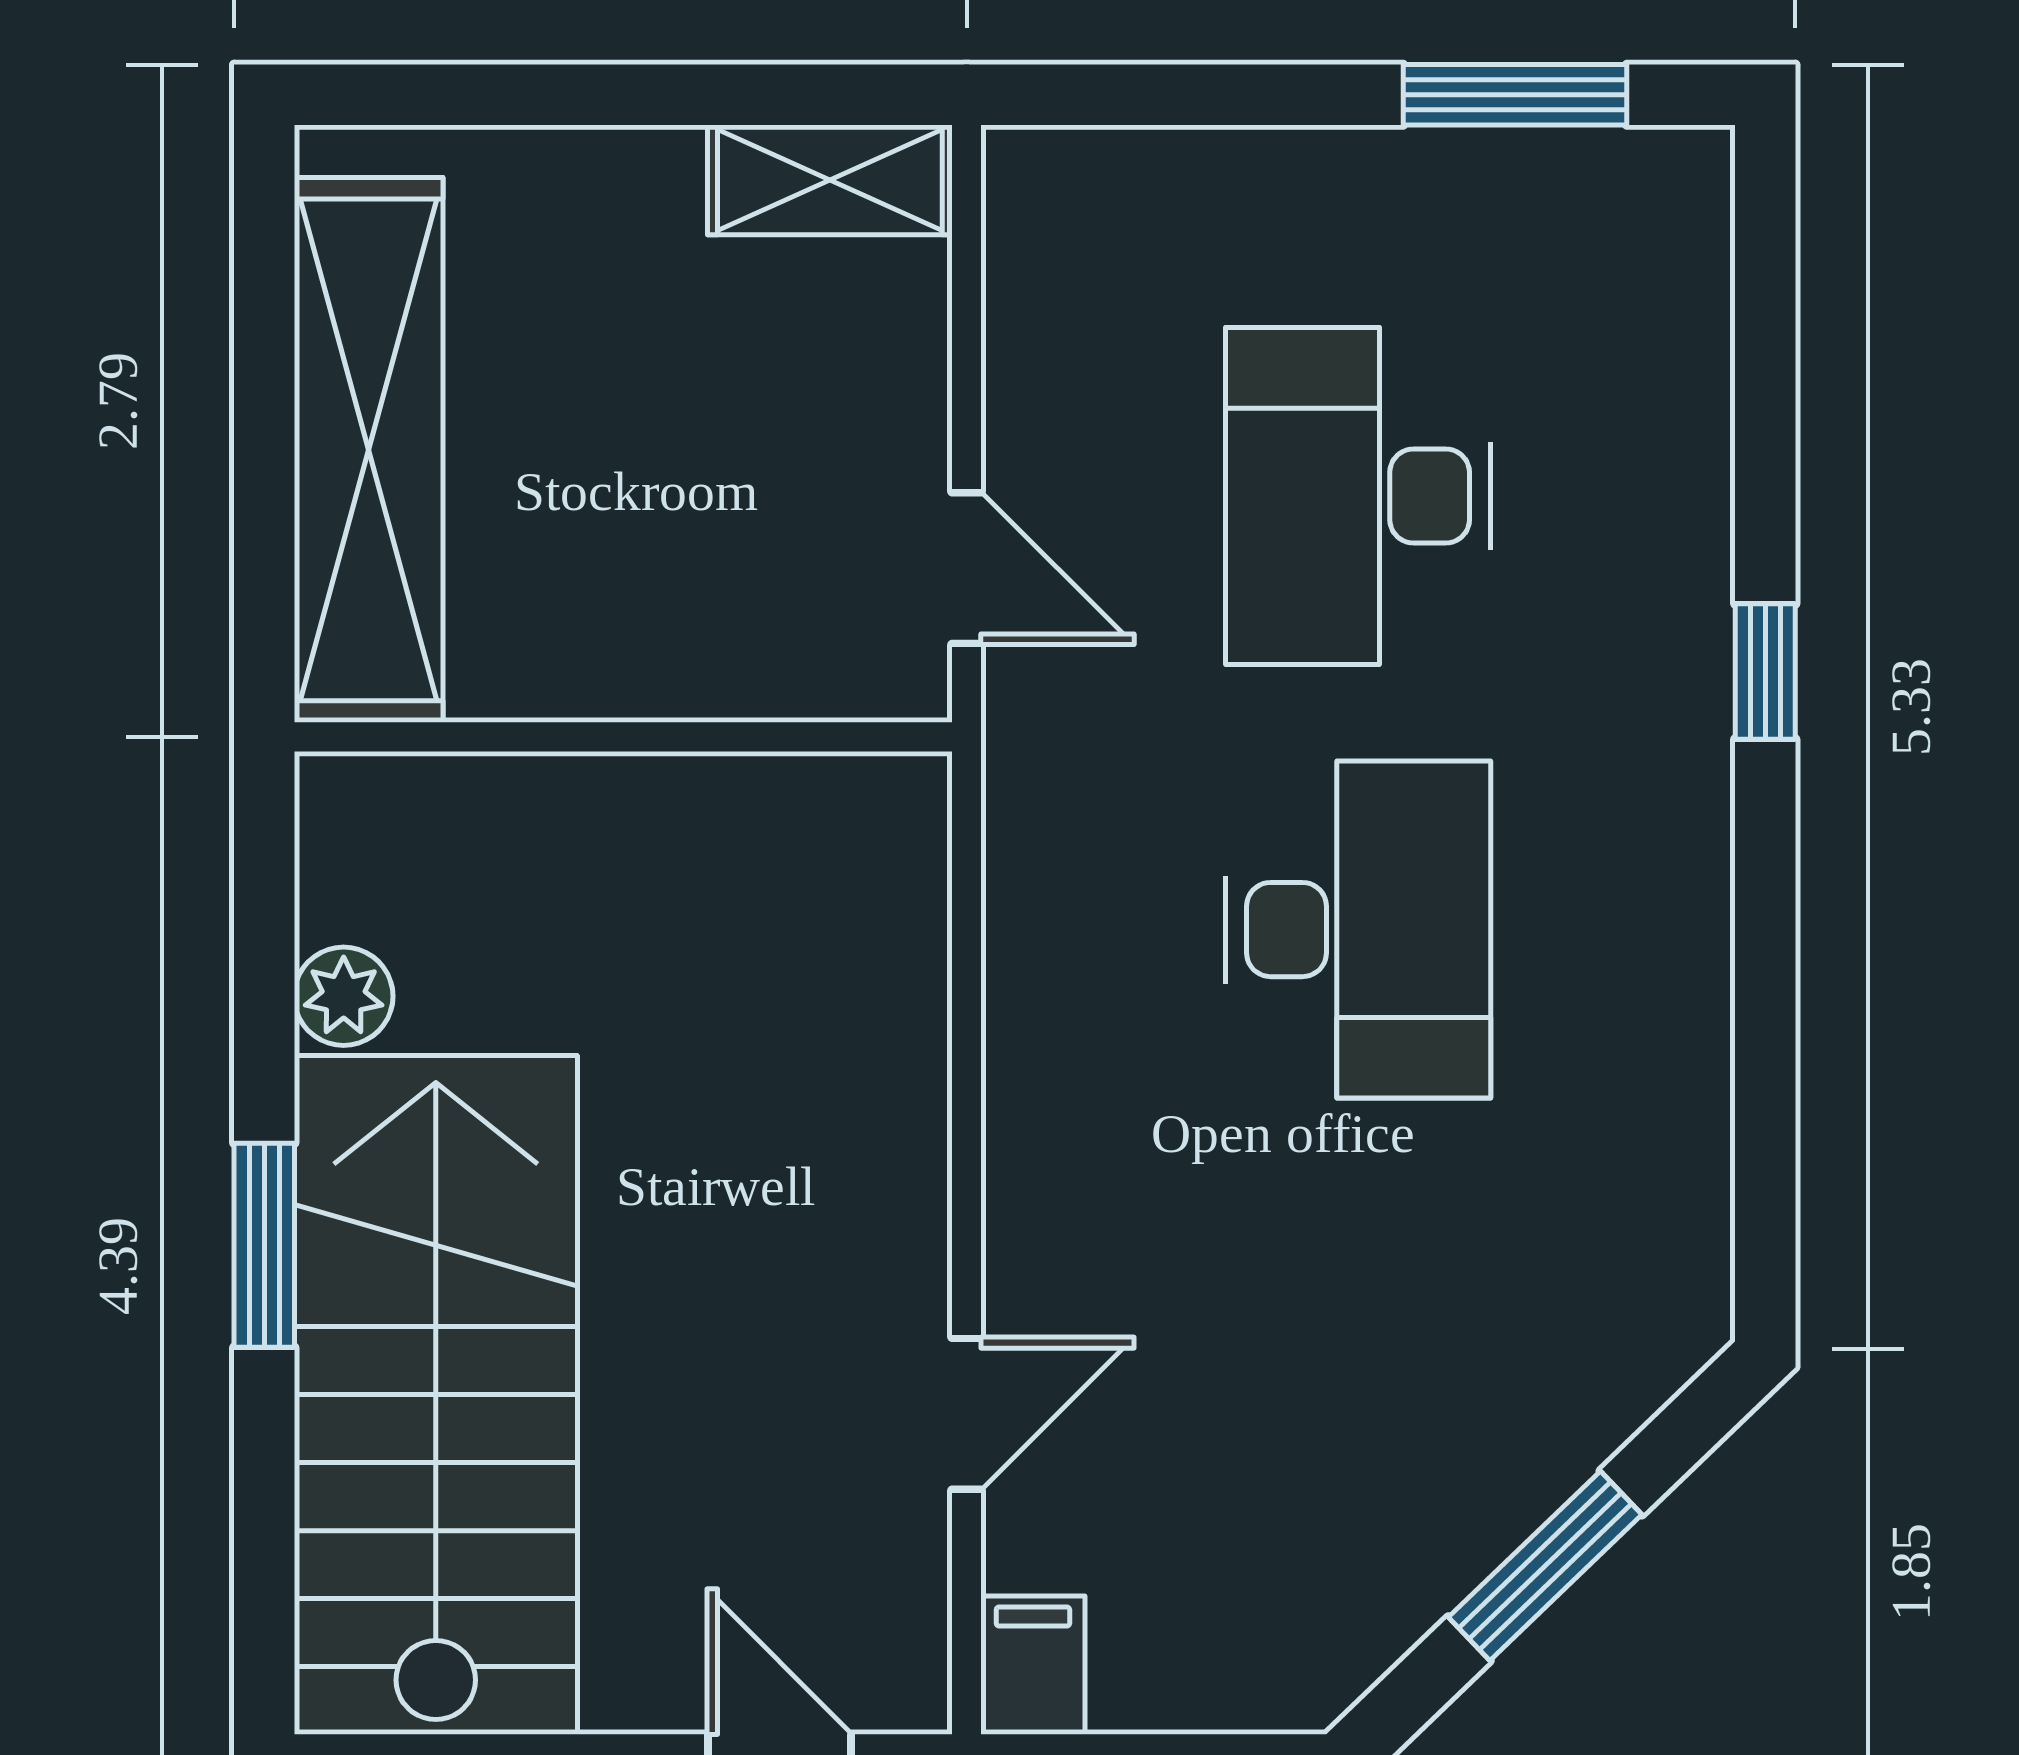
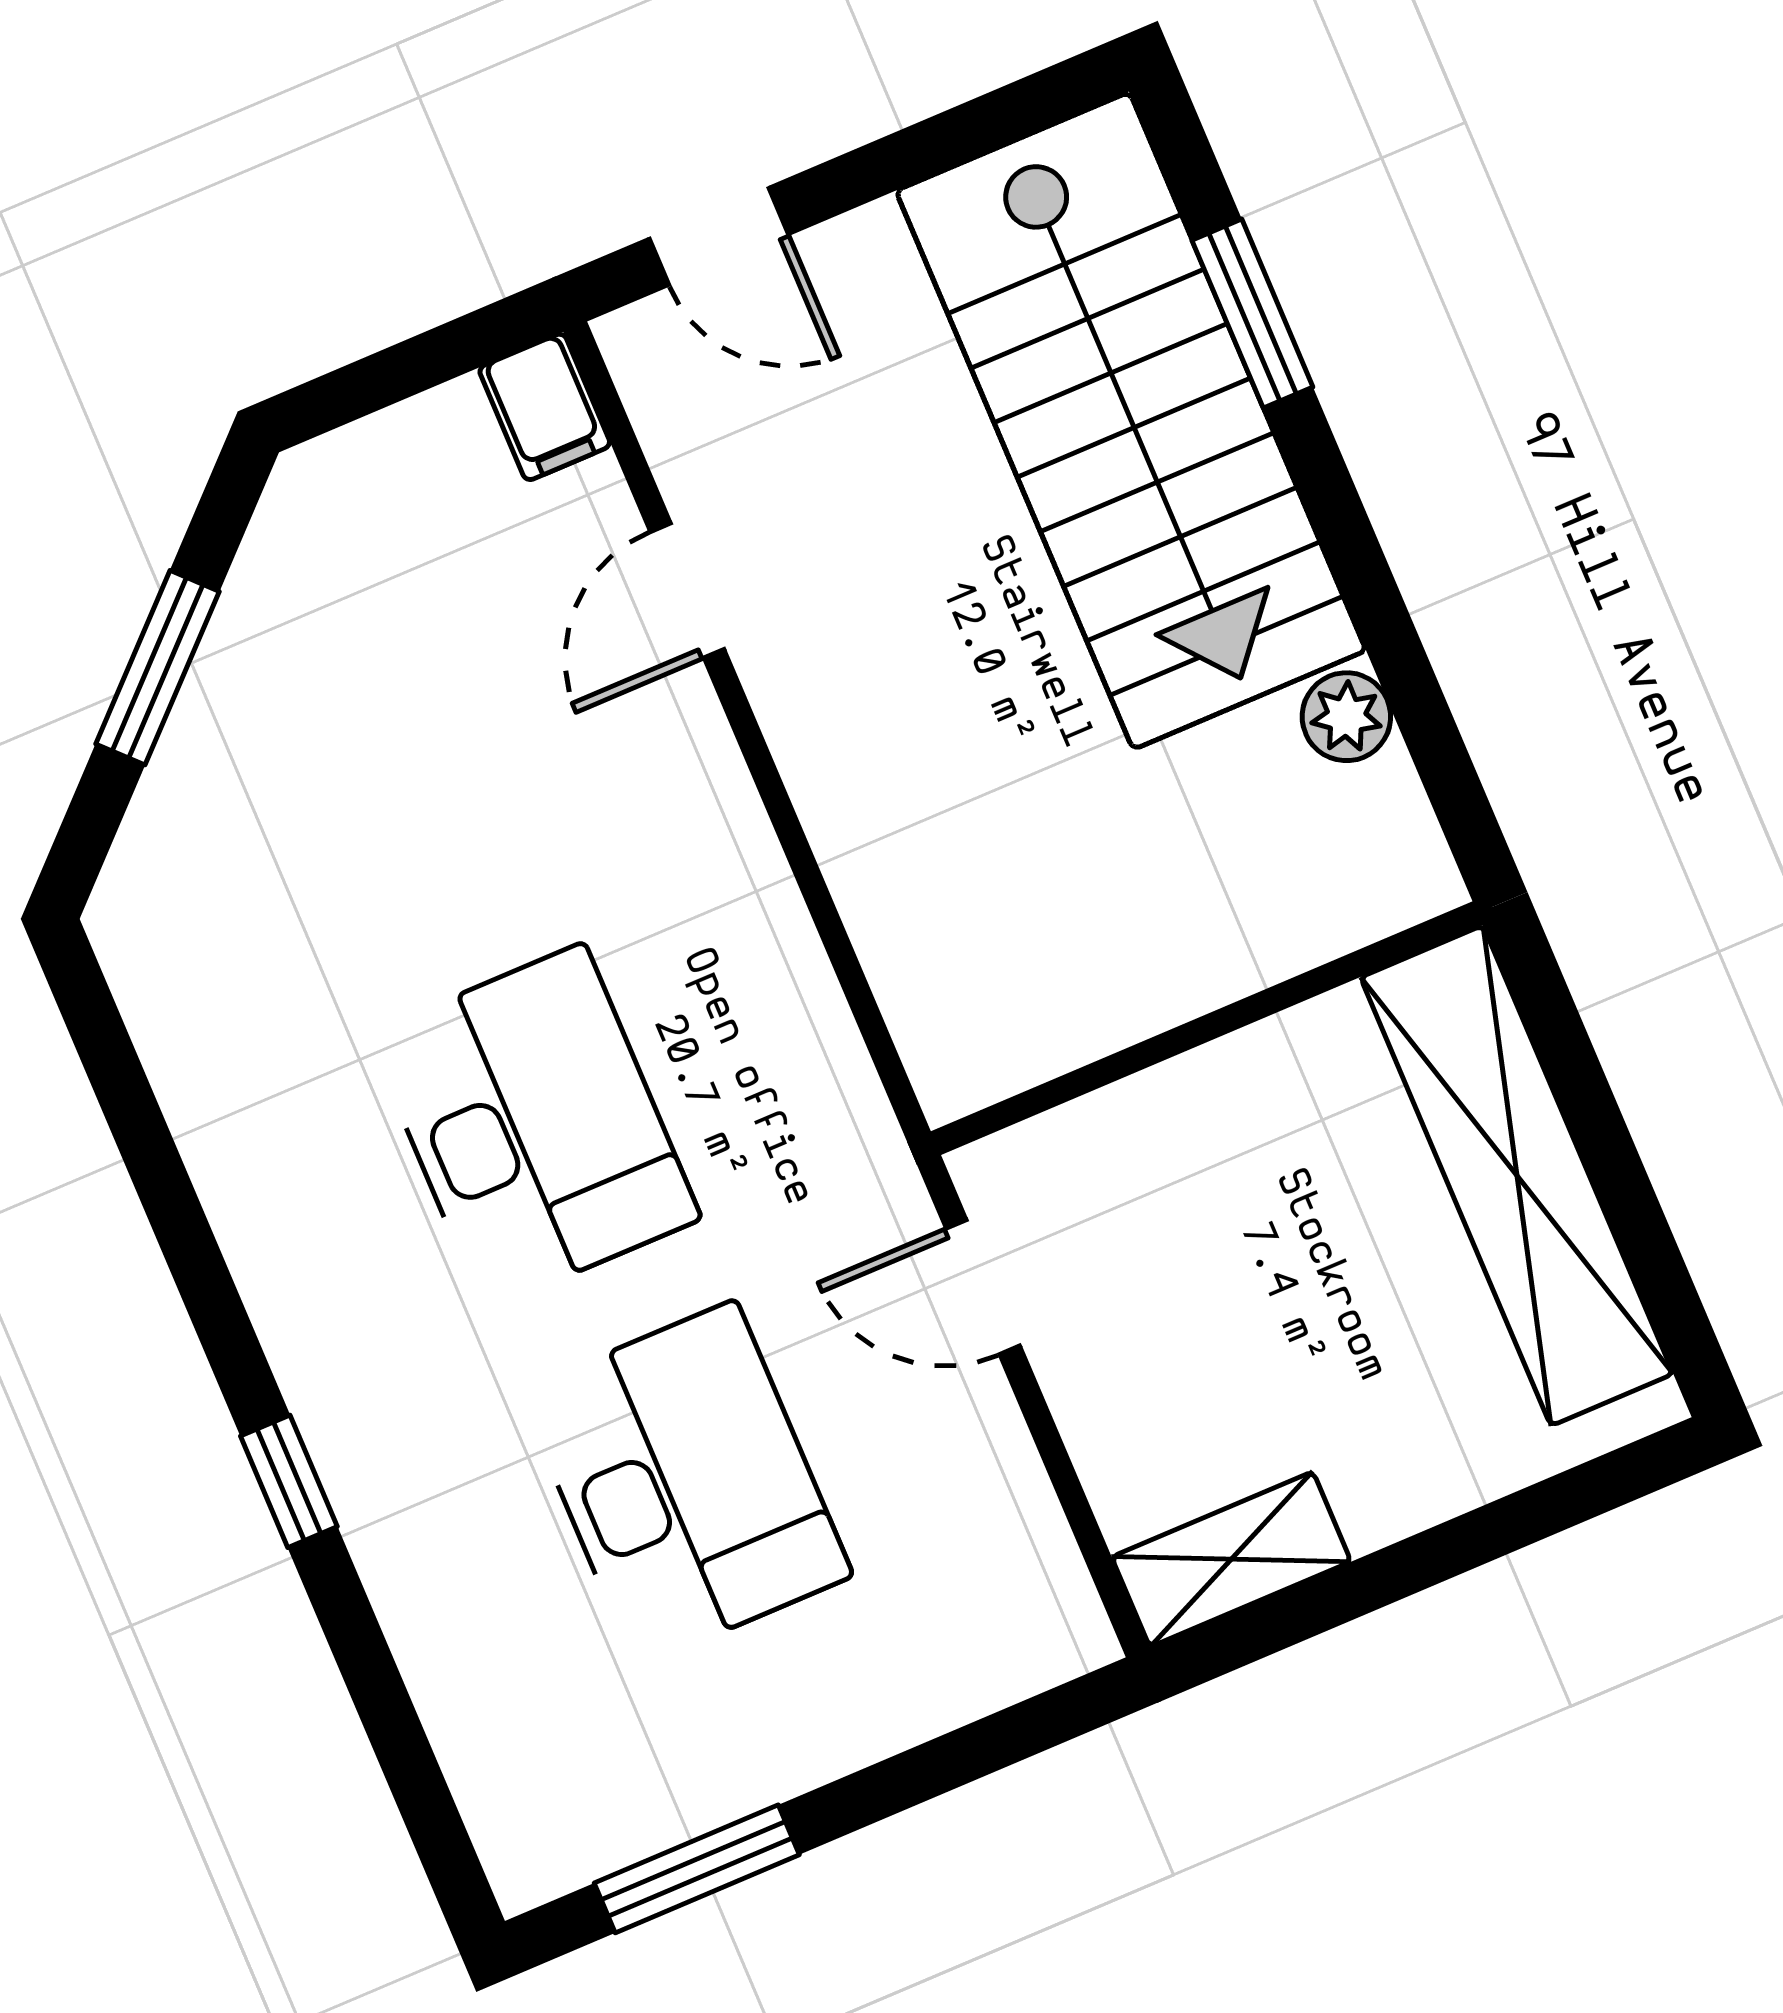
desk: (1358, 930) -> (534, 1126), turned 180
window: (264, 1245) -> (1252, 314), moved

